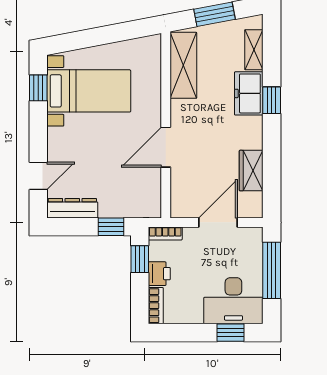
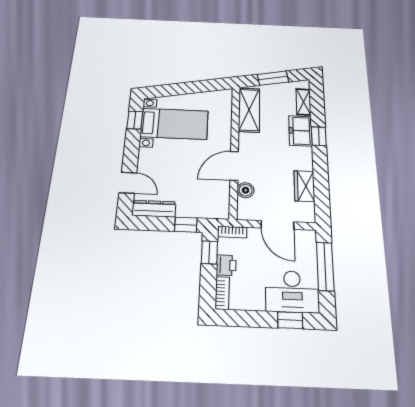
door: (38, 176) -> (128, 183), hinge flipped
boiler: (180, 179) -> (246, 190), added
door: (218, 222) -> (277, 225), swing flipped

